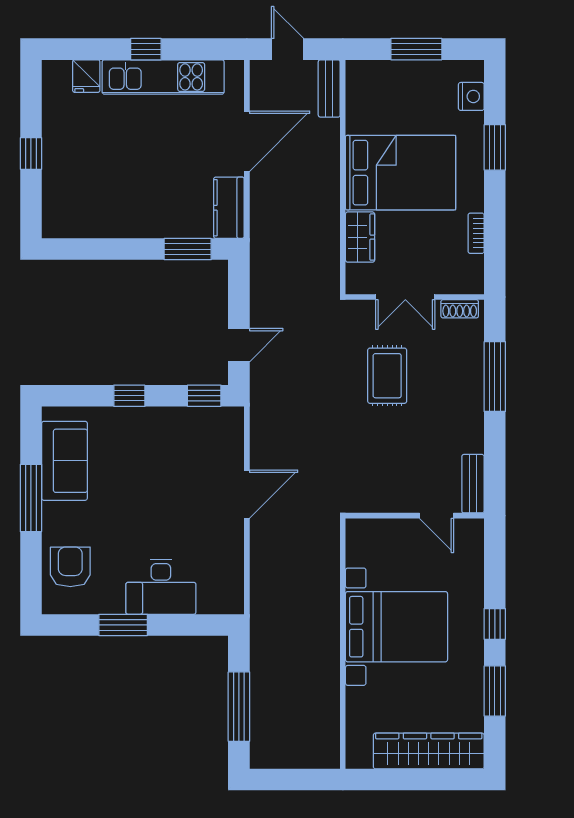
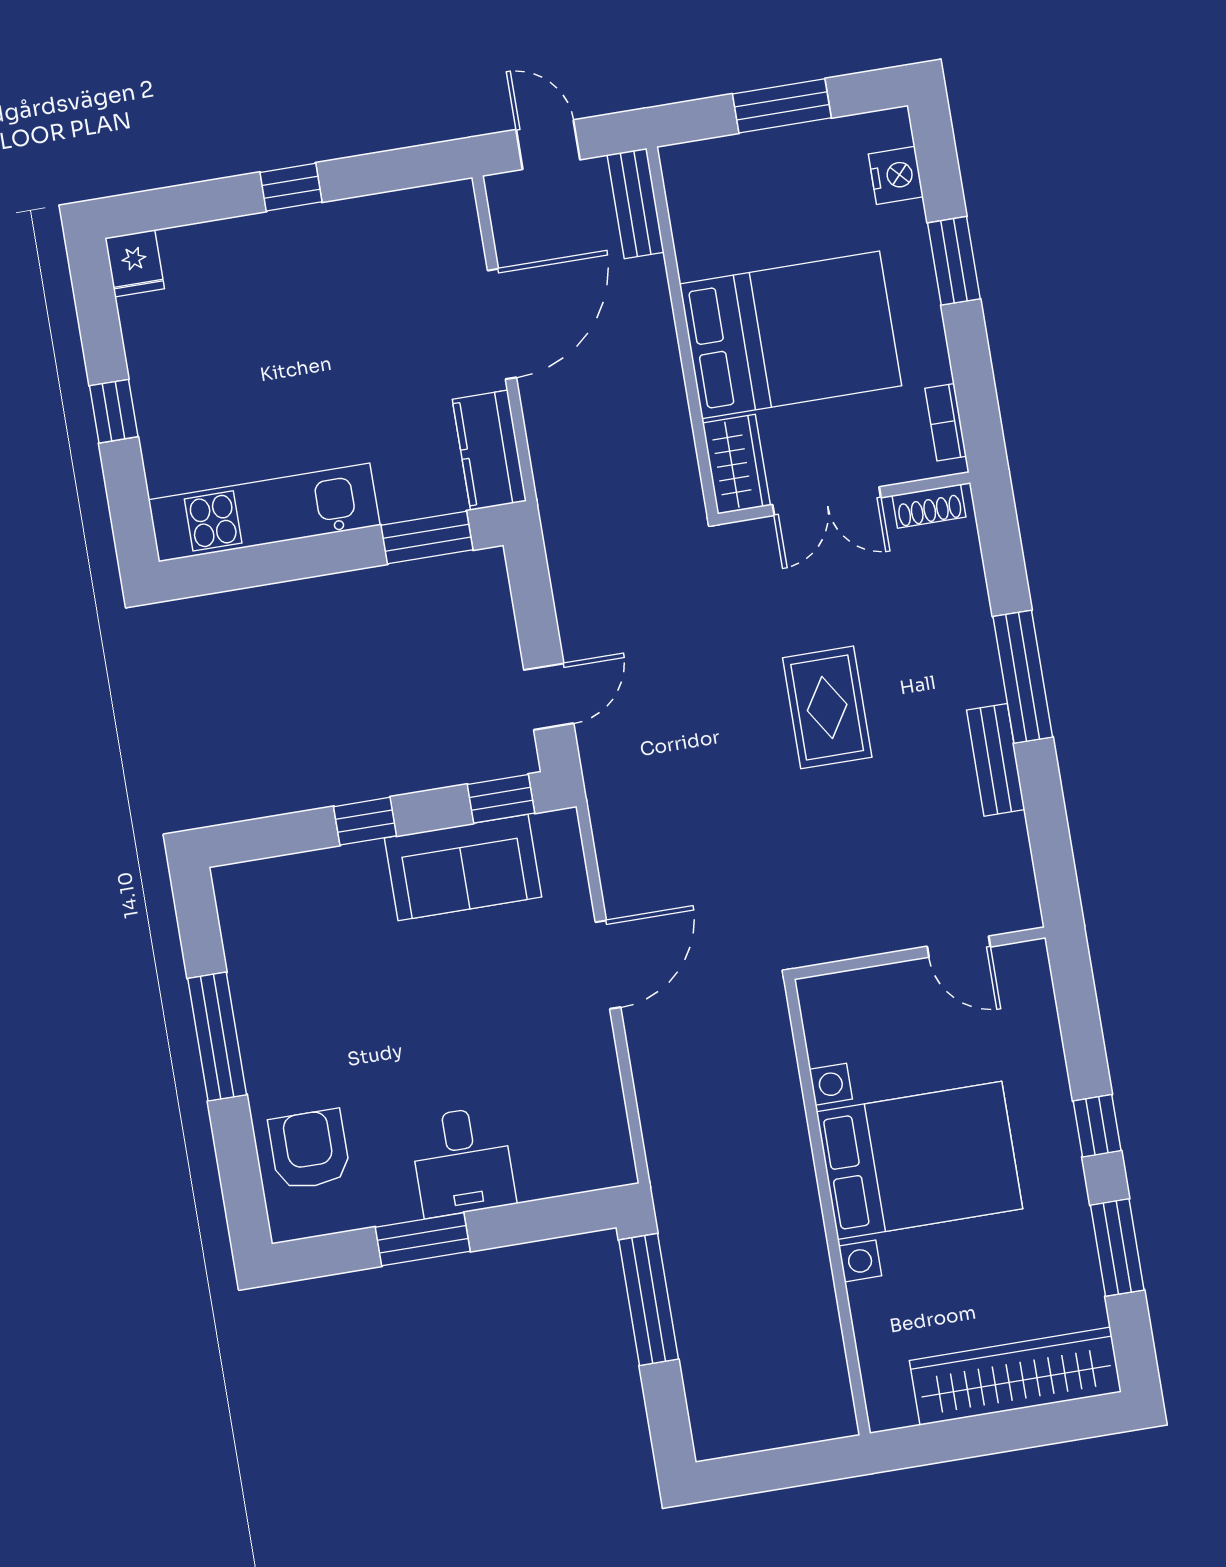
fridge: (86, 76) -> (135, 263), moved
kitchen unit: (163, 77) -> (264, 513), moved, turned 180
double door: (405, 297) -> (827, 501), moved
wall: (415, 297) -> (844, 498), moved
shoe rack: (460, 309) -> (929, 506), moved
sofa: (64, 461) -> (463, 868), moved, turned 90
bench: (473, 484) -> (996, 760), moved
desk: (161, 587) -> (463, 1161), width x0.73
window: (239, 707) -> (649, 1300), moved

